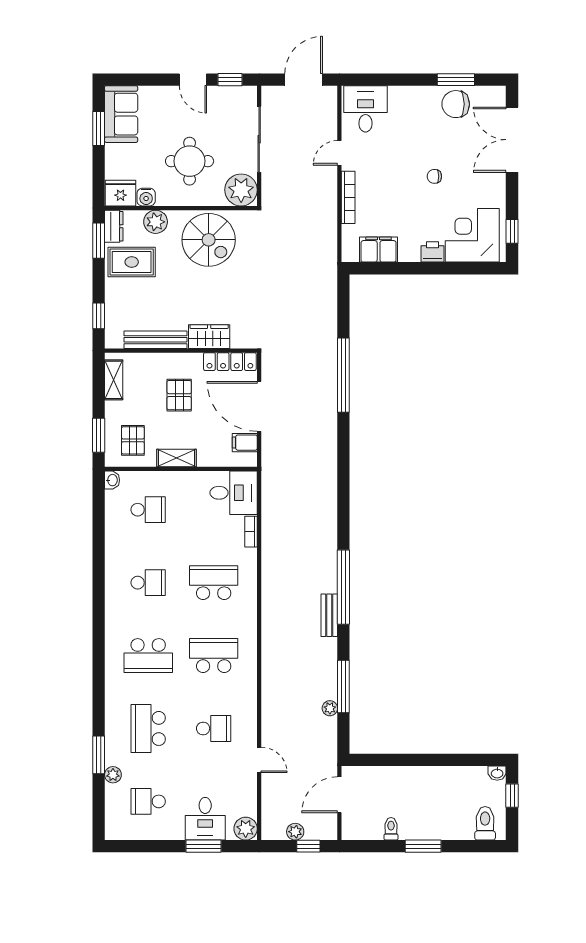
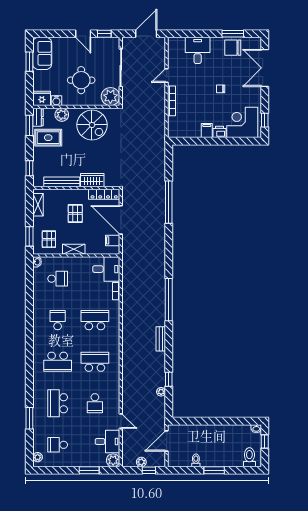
desk: (366, 109) -> (198, 50), moved
filing cabinet: (379, 250) -> (207, 131), moved, width x0.50
school desk: (148, 583) -> (58, 320), turned -90
window: (343, 587) -> (169, 300), moved
window: (343, 686) -> (169, 379), width x0.46
school desk: (214, 728) -> (95, 403), turned 90
plant: (113, 775) -> (38, 457), moved
desk: (205, 819) -> (107, 441), moved, turned -90

